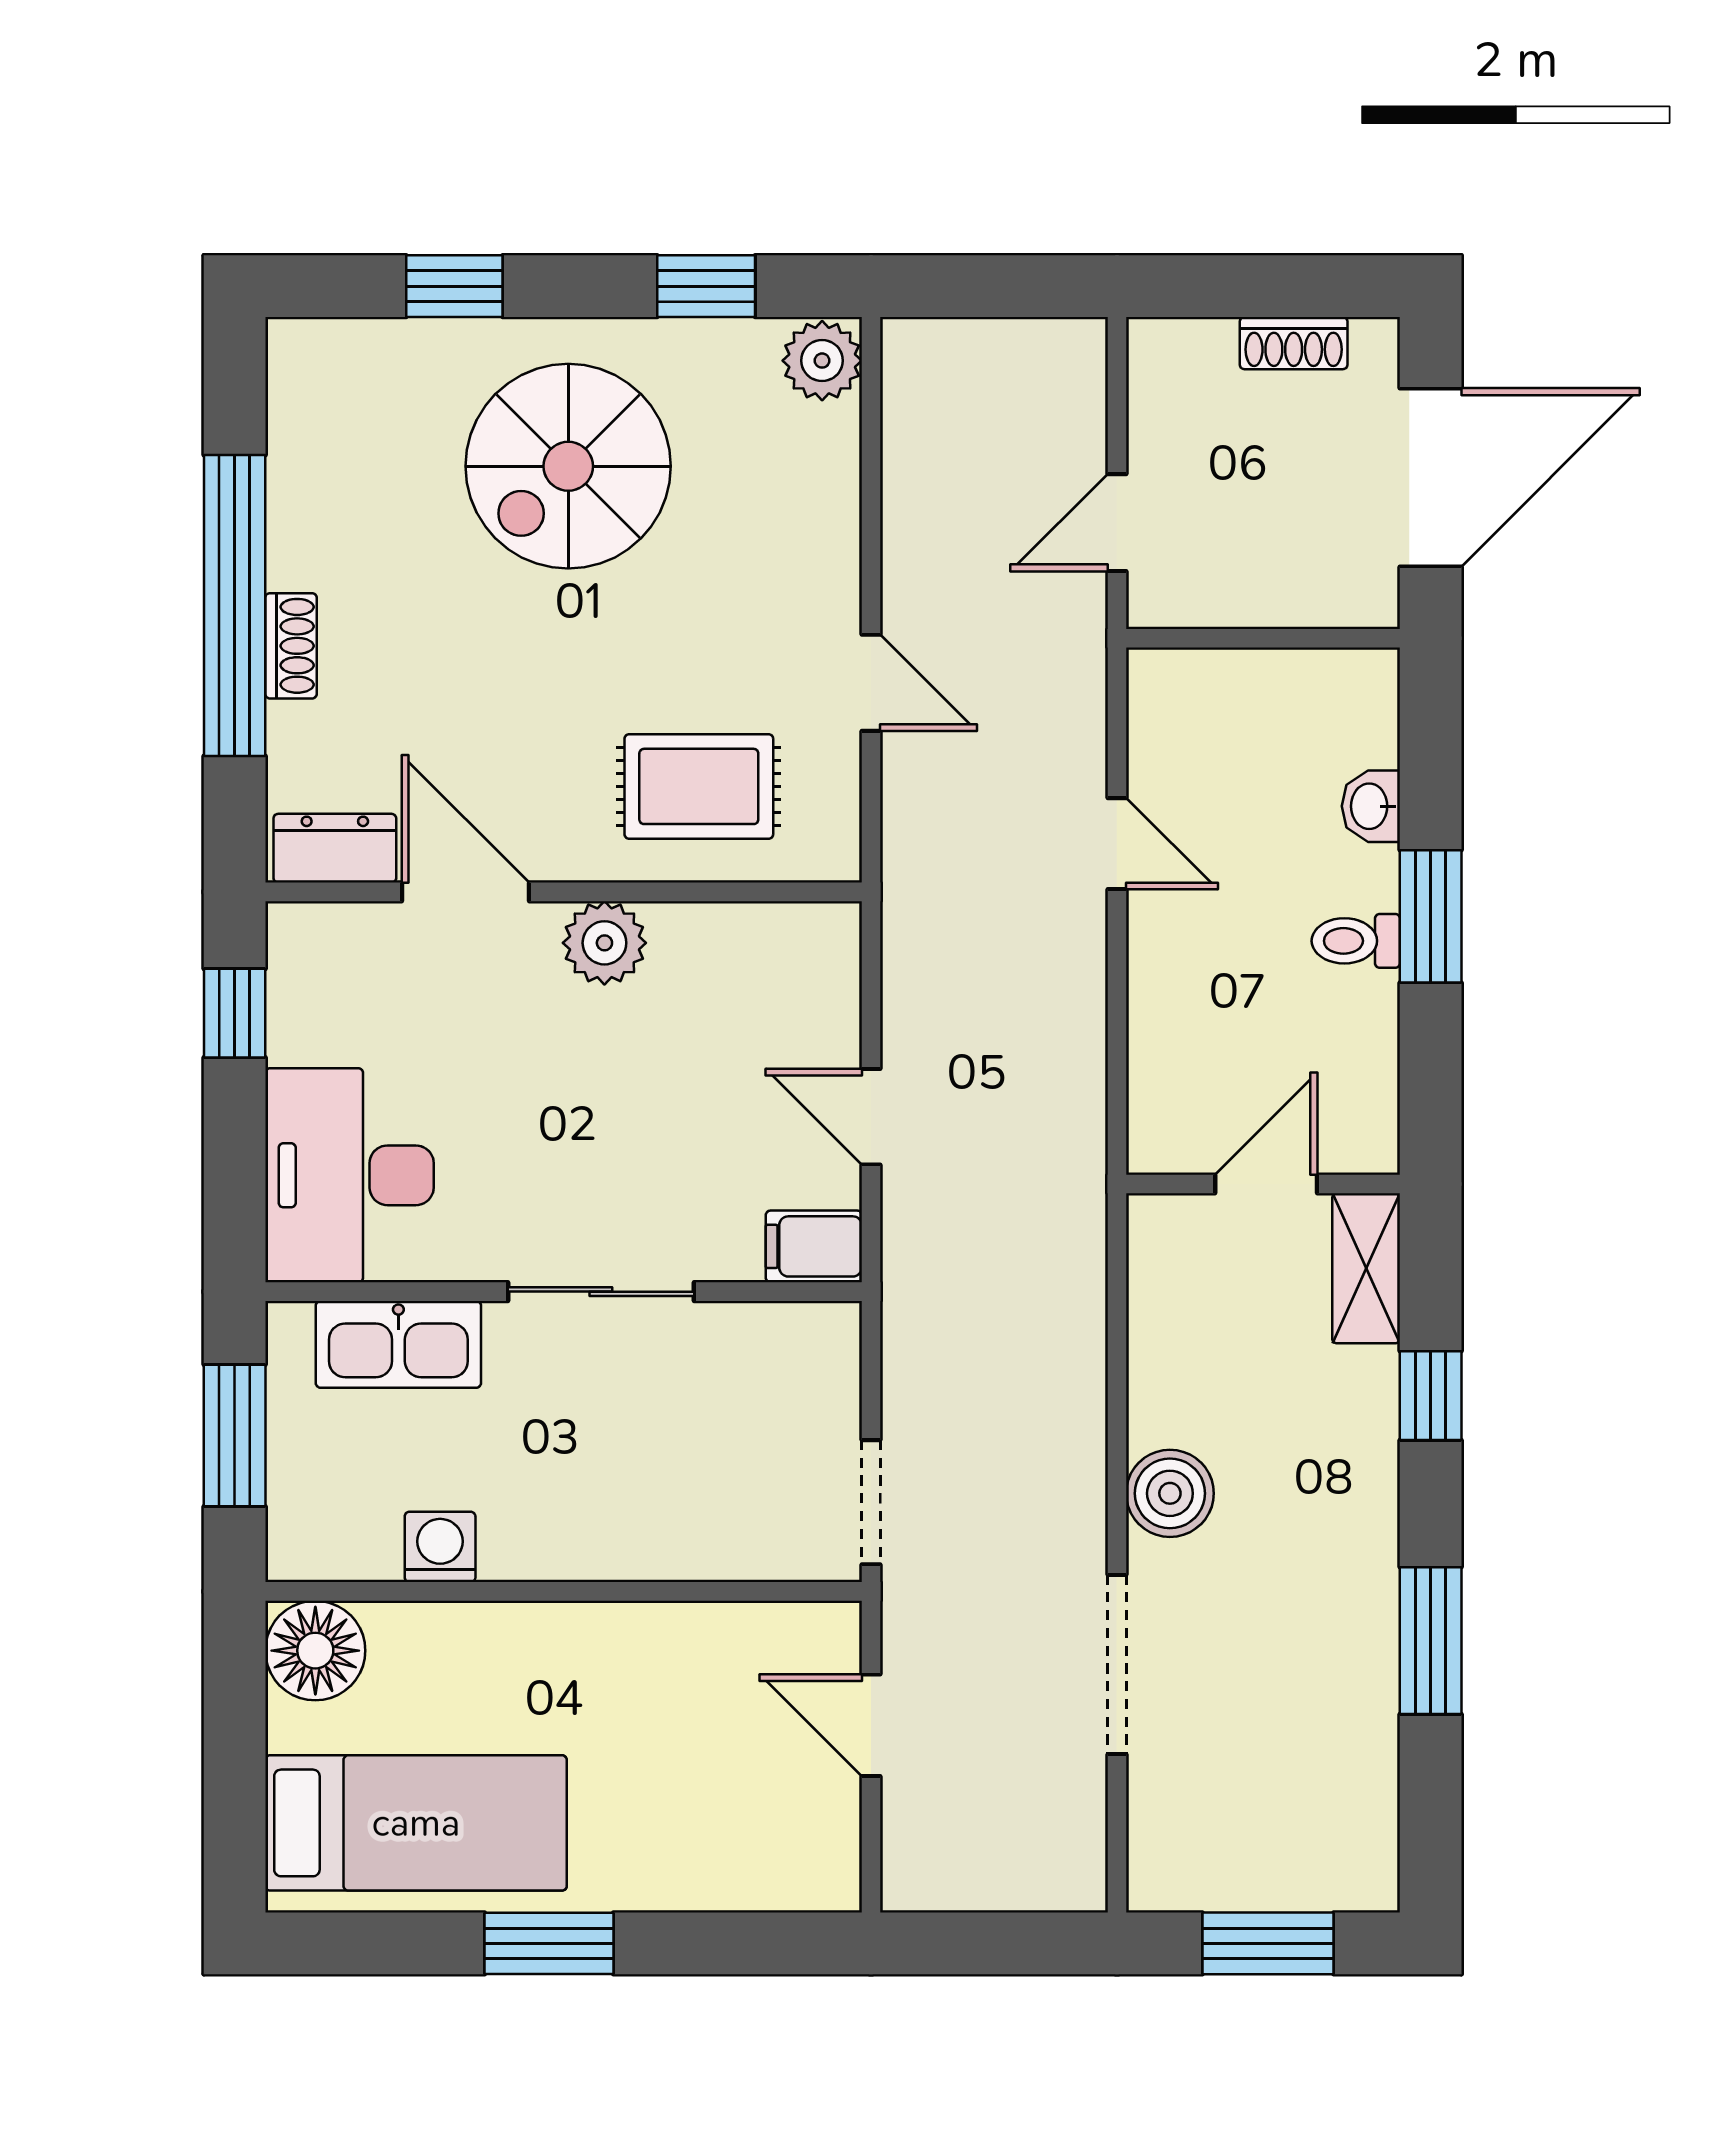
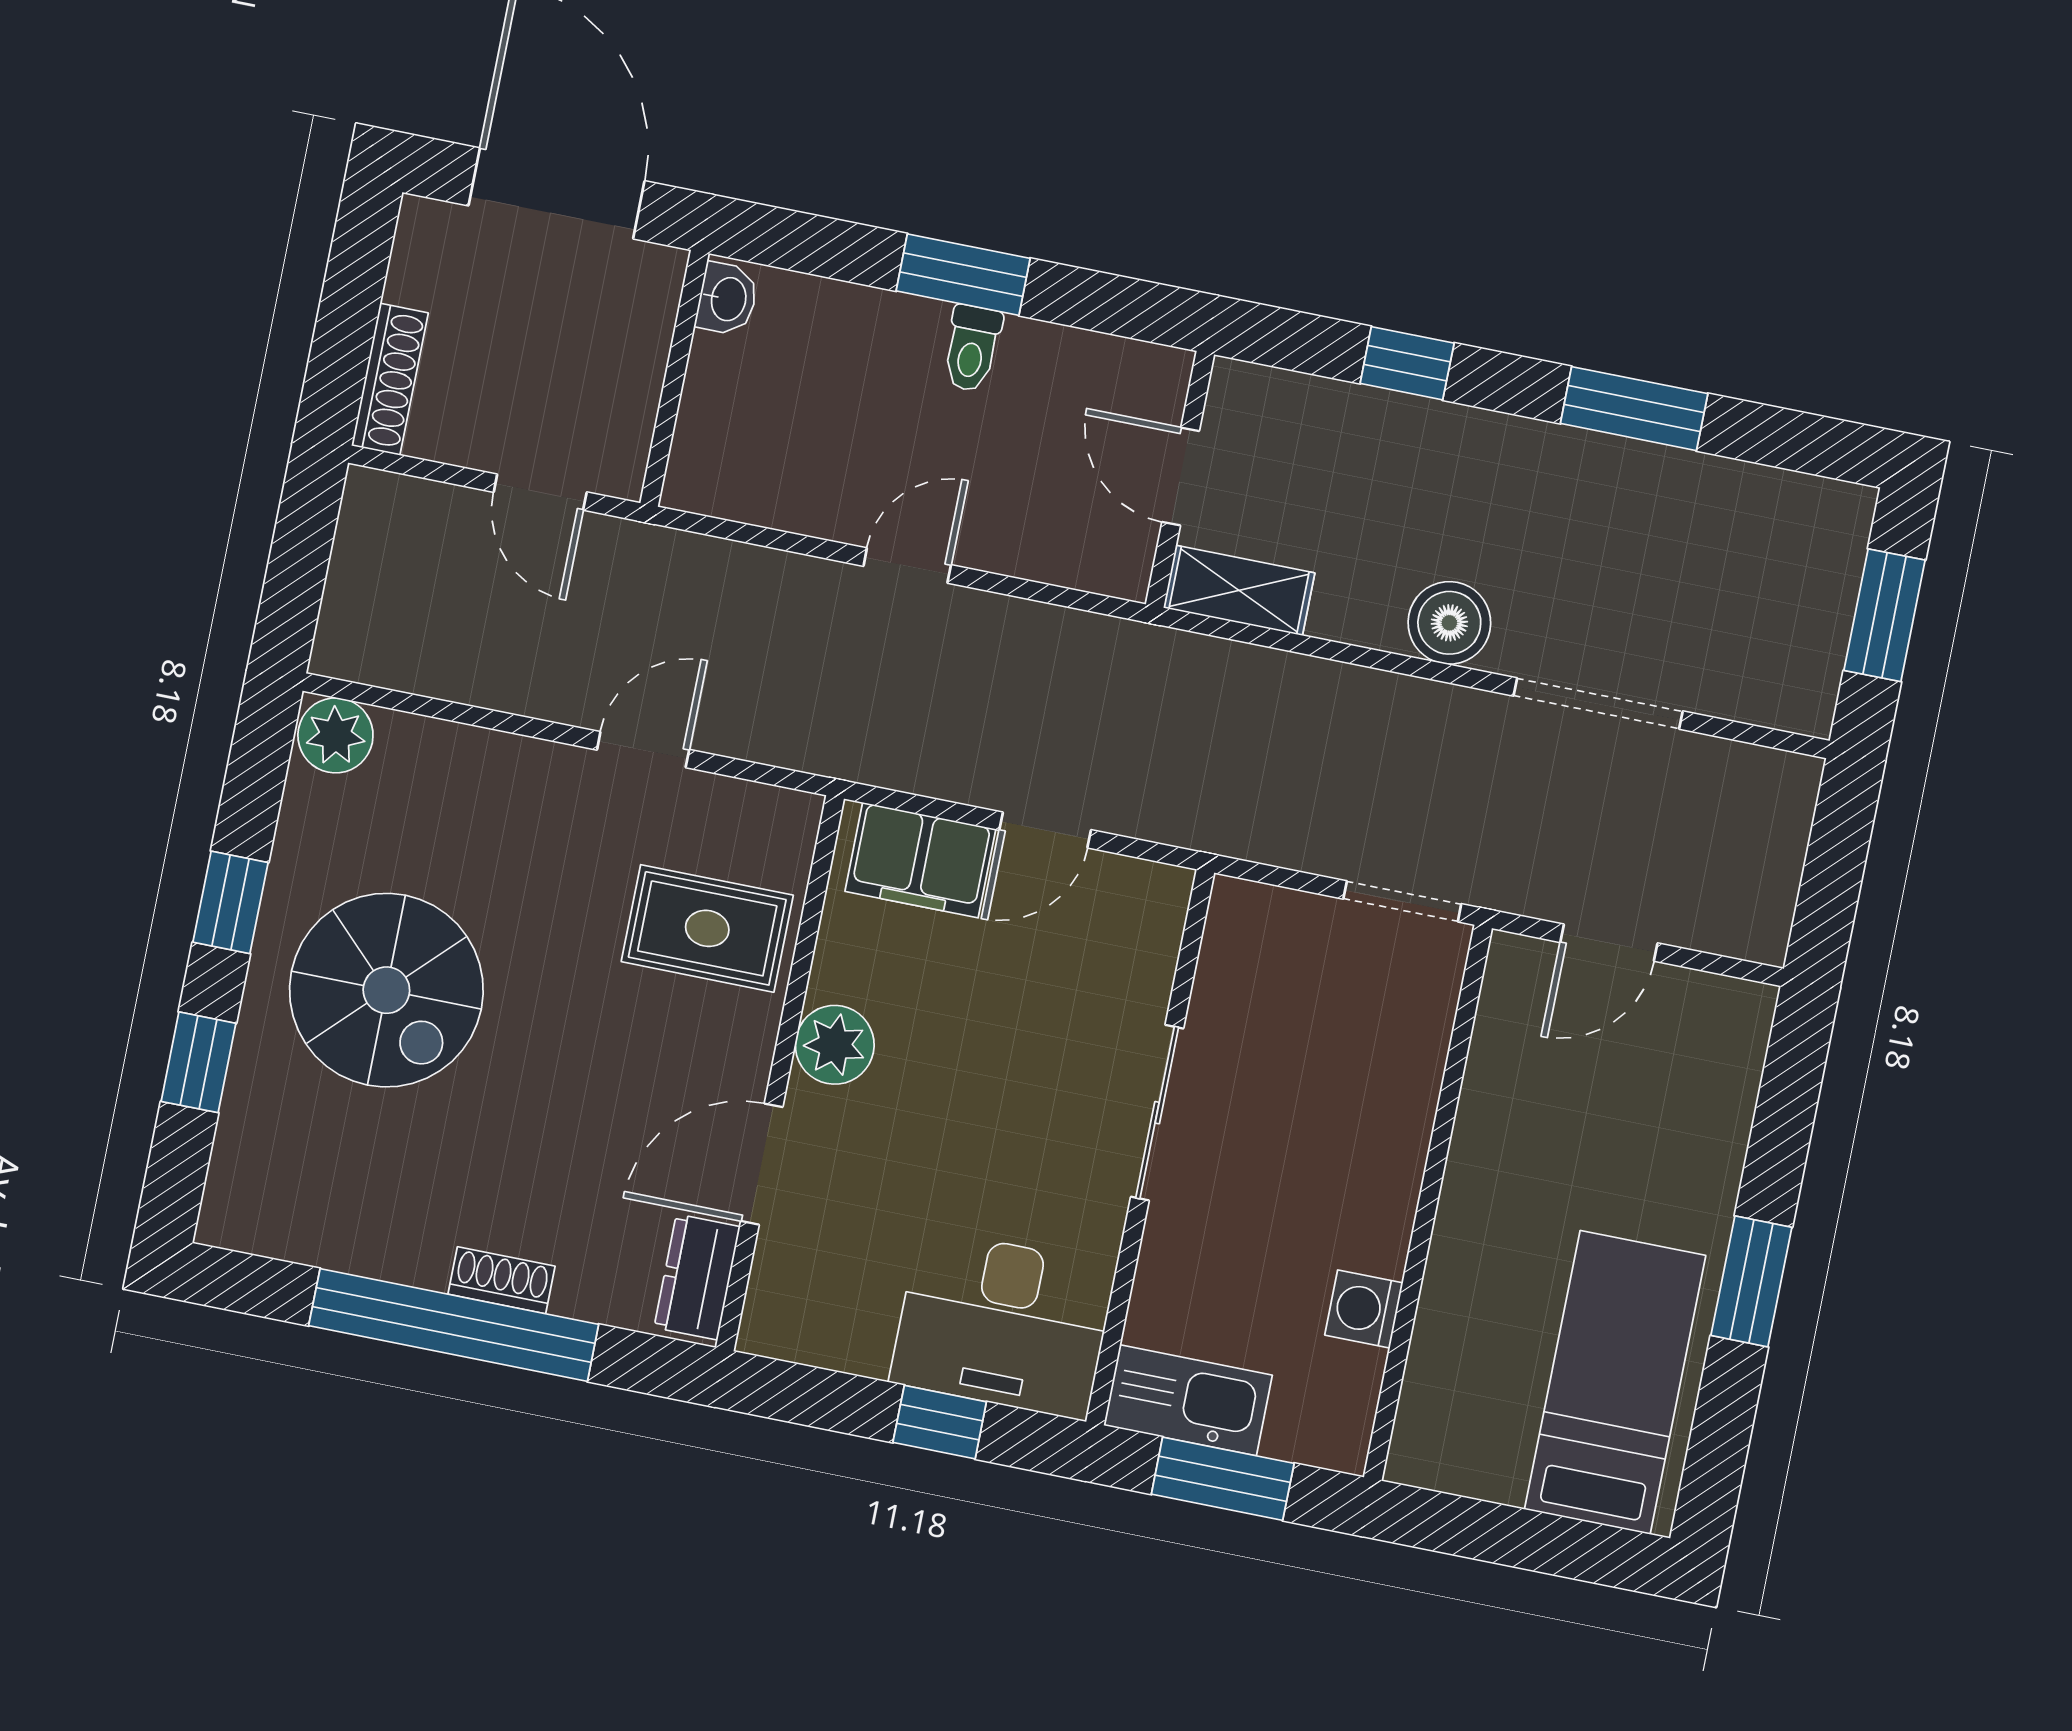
window: (706, 286) -> (231, 902), moved
shoe rack: (1294, 343) -> (390, 379), moved, width x1.43
rug: (699, 786) -> (707, 928), turned 90
washbasin: (1371, 806) -> (727, 299), moved, turned -90
door: (1117, 844) -> (907, 565), moved
window: (235, 1013) -> (940, 1422), moved
filing cabinet: (814, 1246) -> (920, 860), moved, width x2.00
shelving: (1366, 1268) -> (1239, 590), moved
kitchen sink: (398, 1344) -> (1188, 1400), moved, turned -90
floor lamp: (315, 1651) -> (1437, 1444), removed

